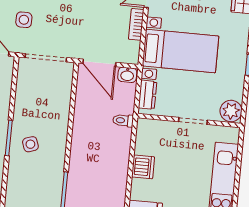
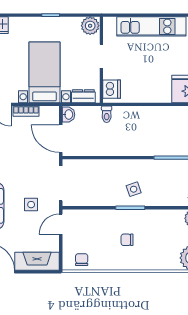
door: (99, 63) -> (61, 139), swing flipped
dishwasher: (143, 167) -> (112, 89), moved, turned 90

